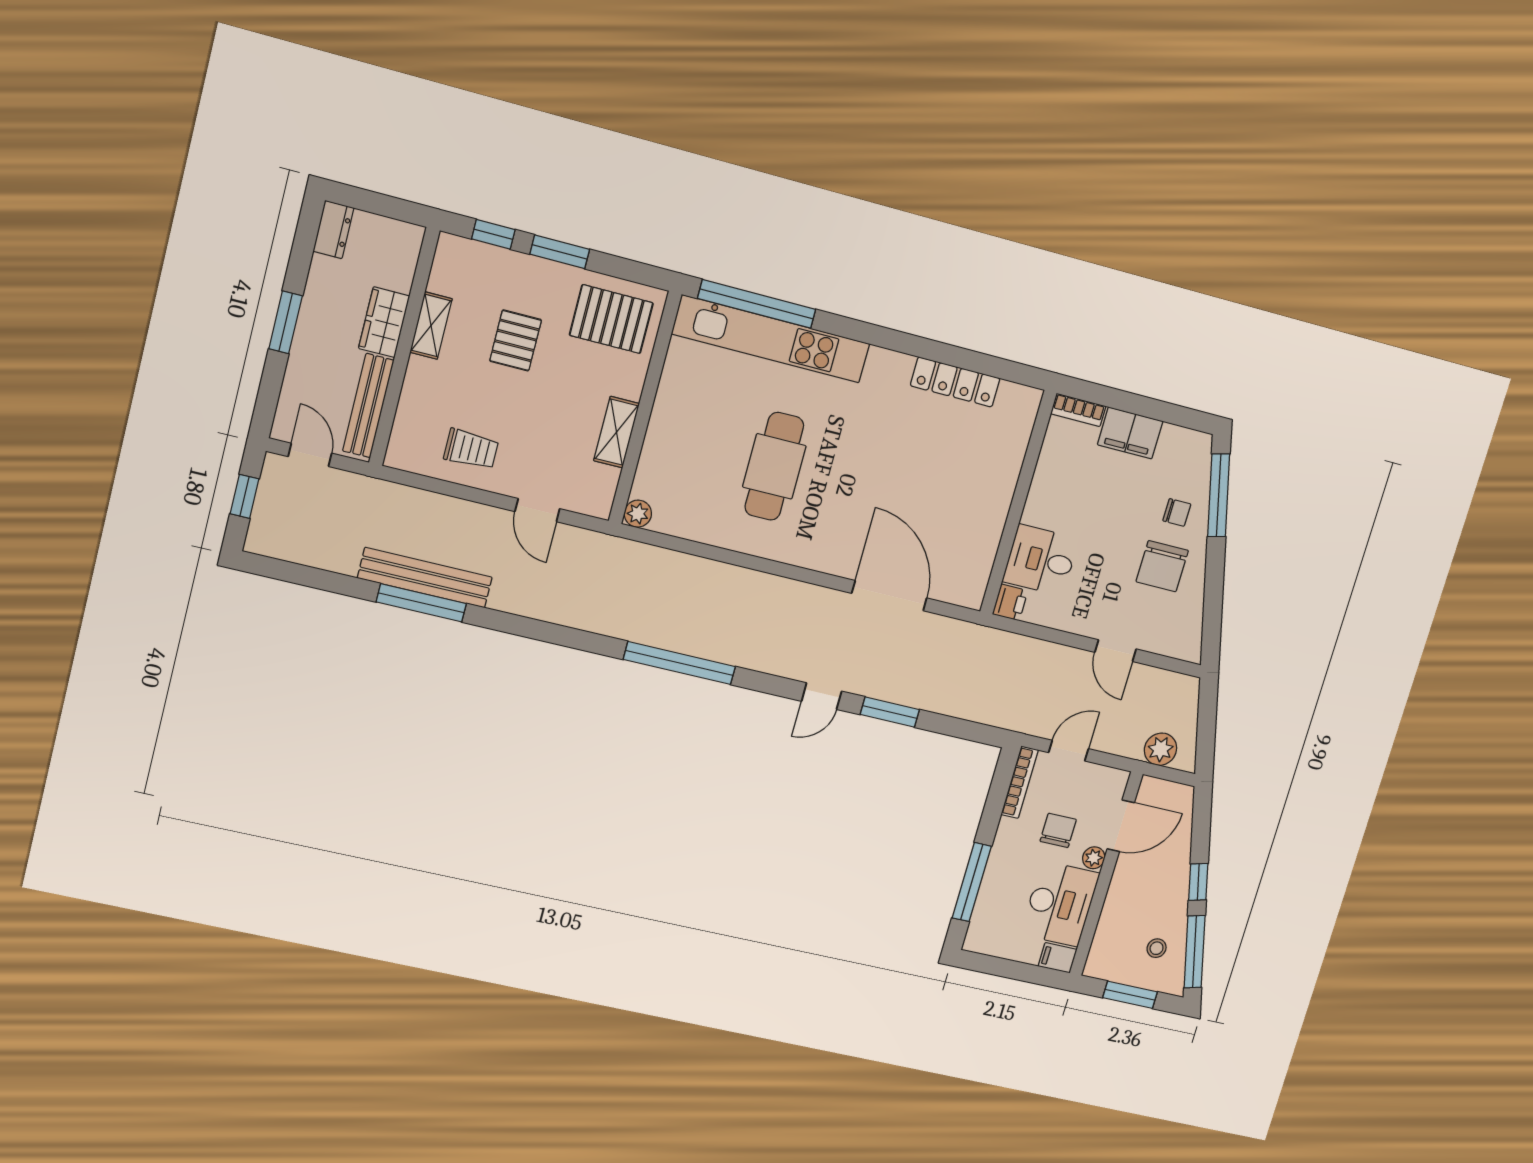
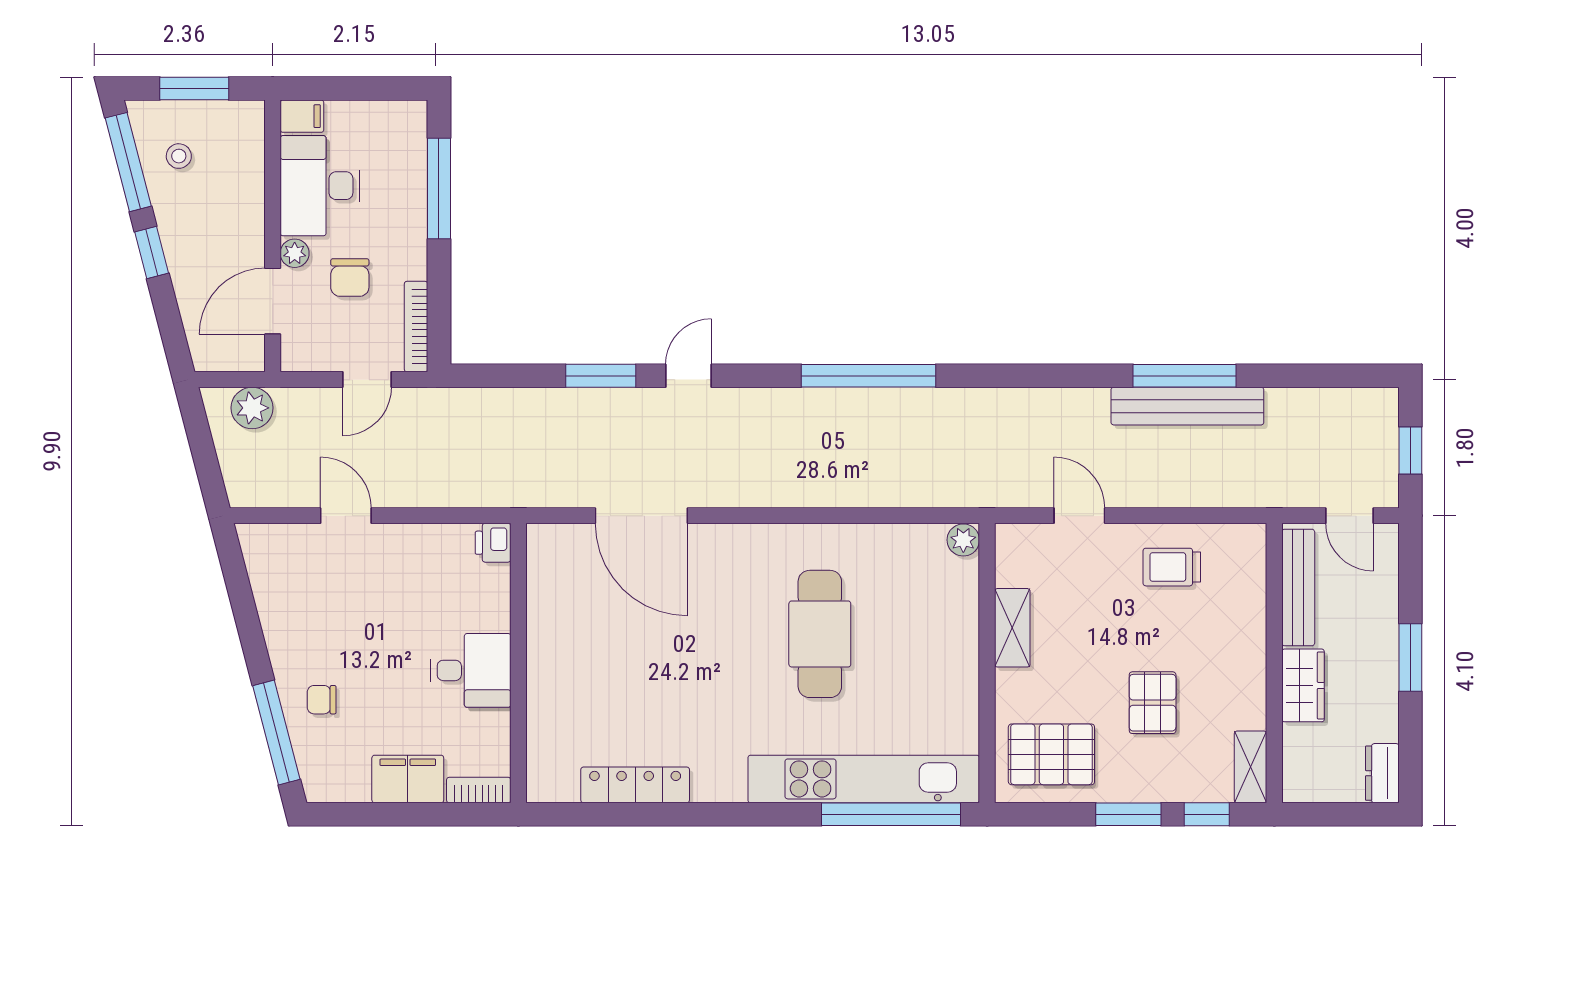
shelving: (431, 326) -> (1251, 767), moved
desk: (1041, 560) -> (471, 670), moved
chair: (1162, 566) -> (320, 631), removed

